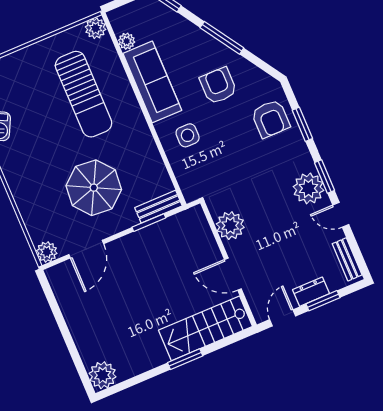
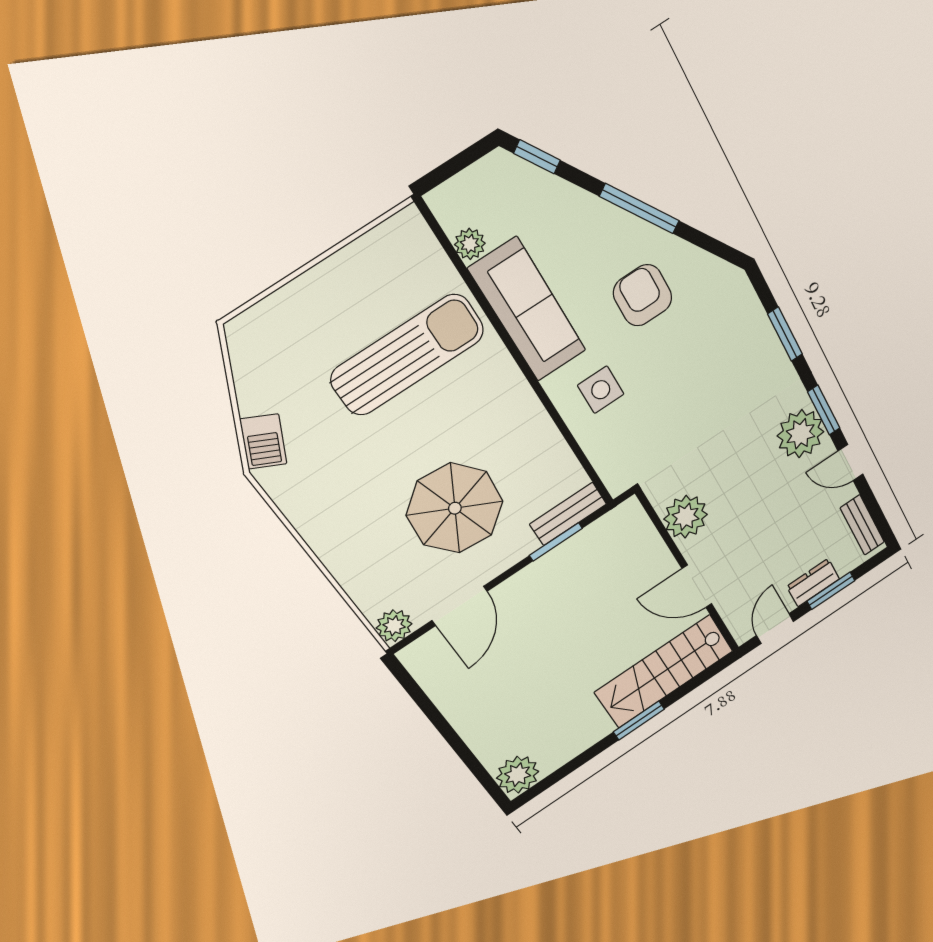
plant: (96, 28) -> (408, 229), removed
sun lounger: (84, 94) -> (408, 355), turned -90
armchair: (271, 119) -> (734, 335), removed

